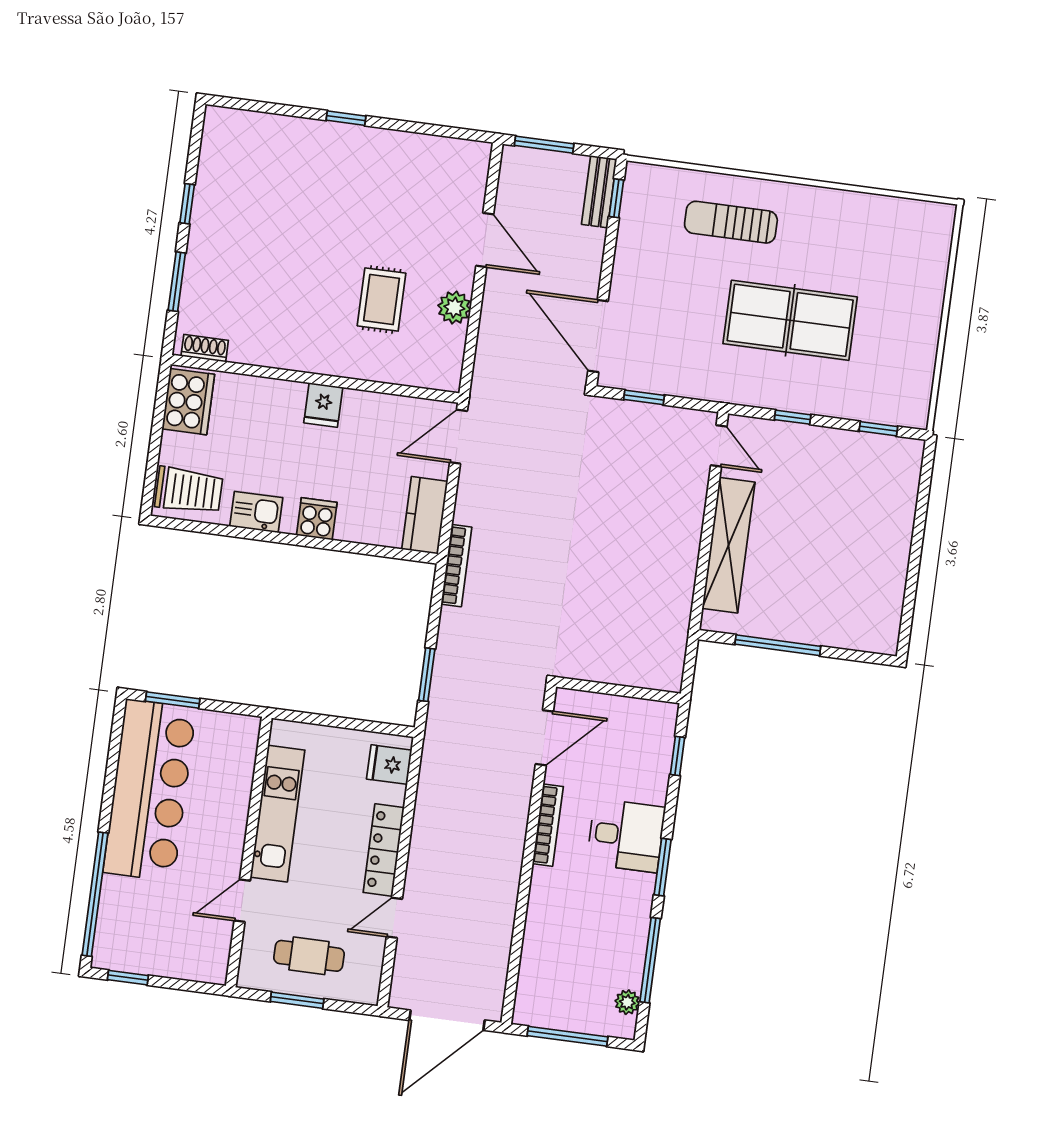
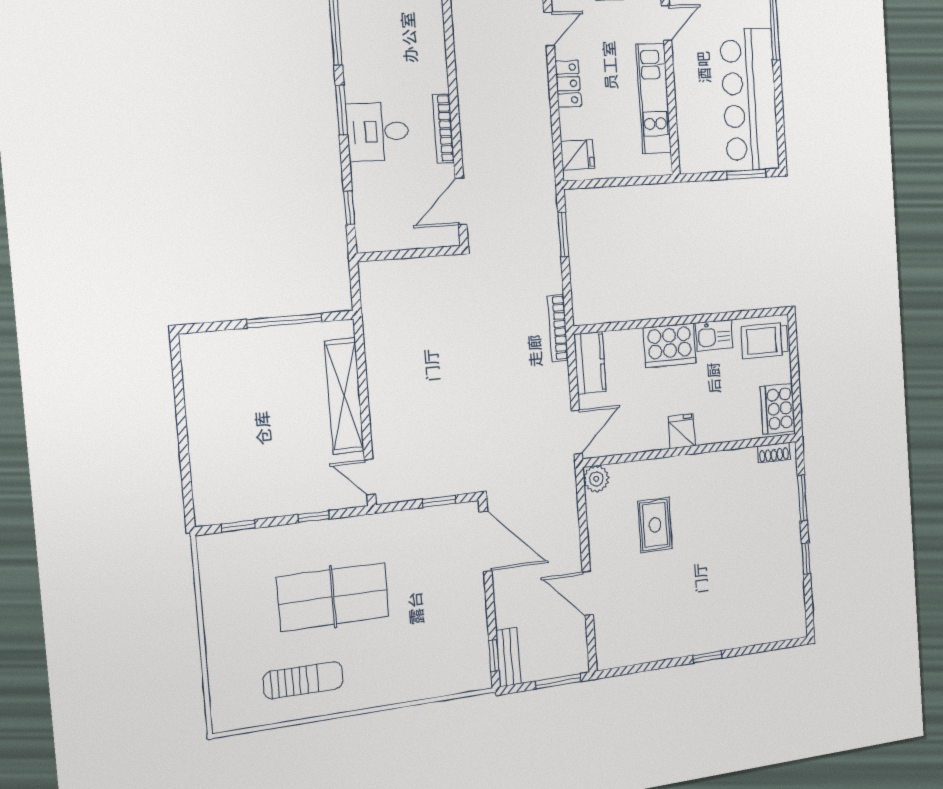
sun lounger: (731, 222) -> (303, 680), moved
plant: (454, 308) -> (596, 479), moved
cooker: (317, 519) -> (670, 345), width x1.87, depth x1.31
locker: (384, 850) -> (568, 84), width x0.66

